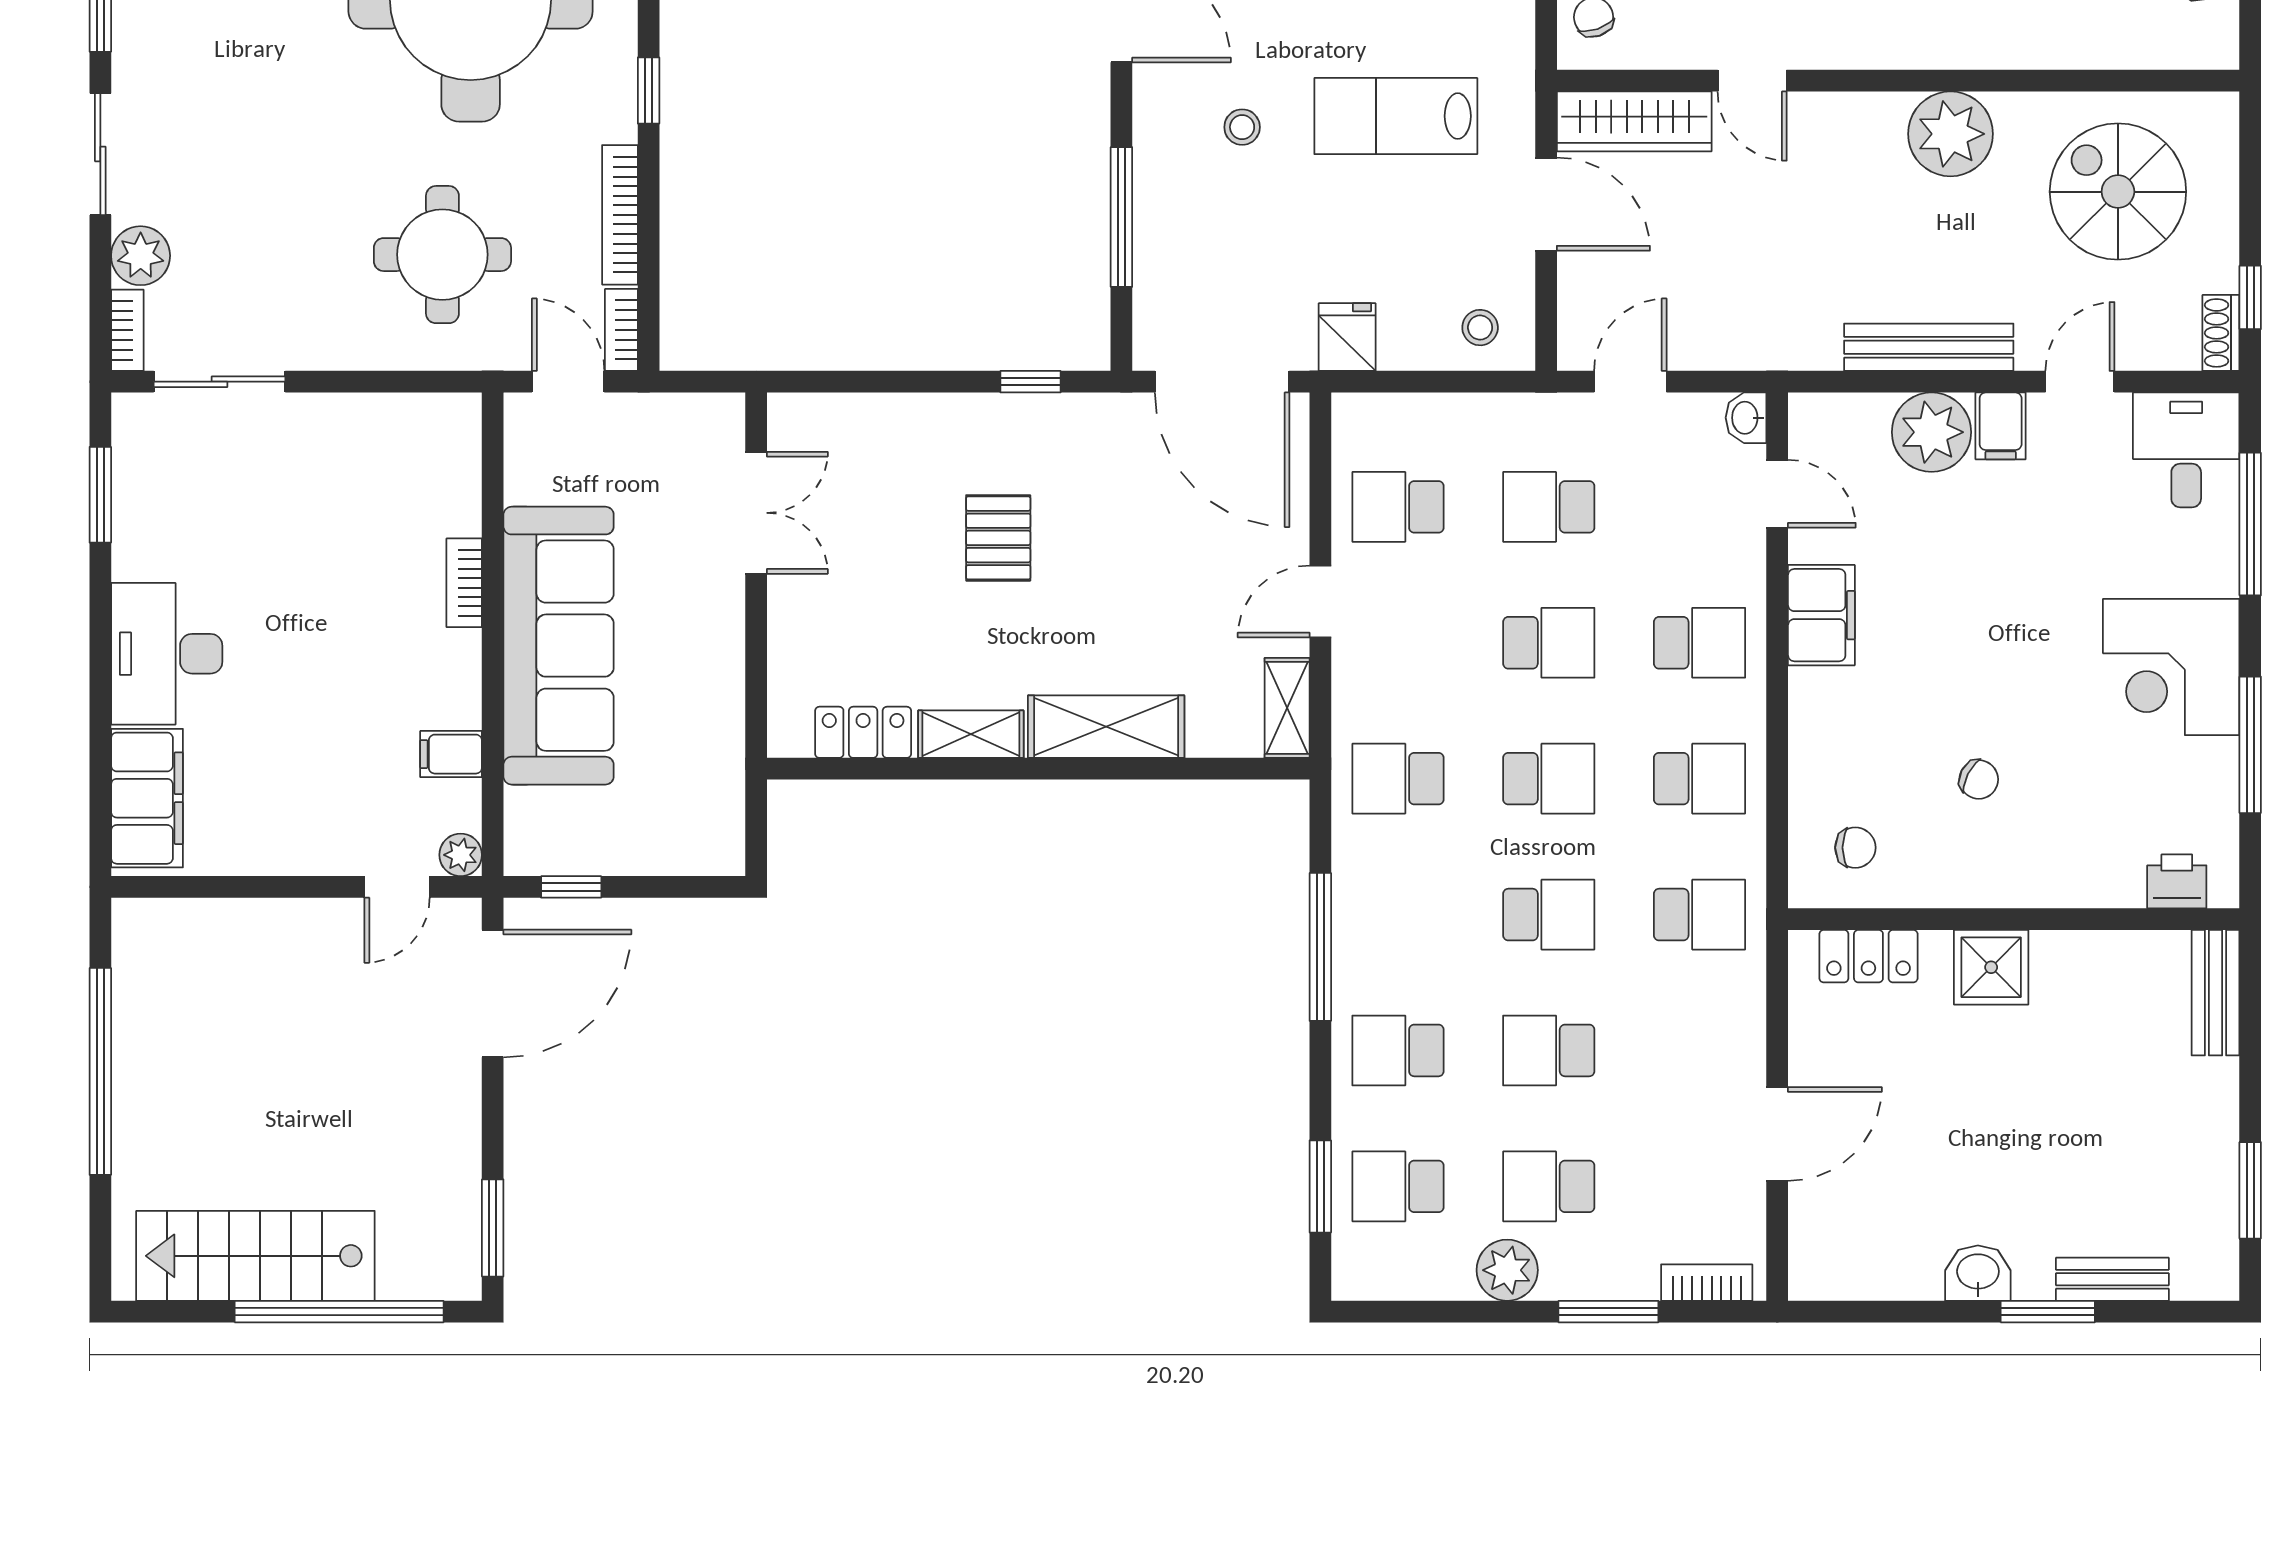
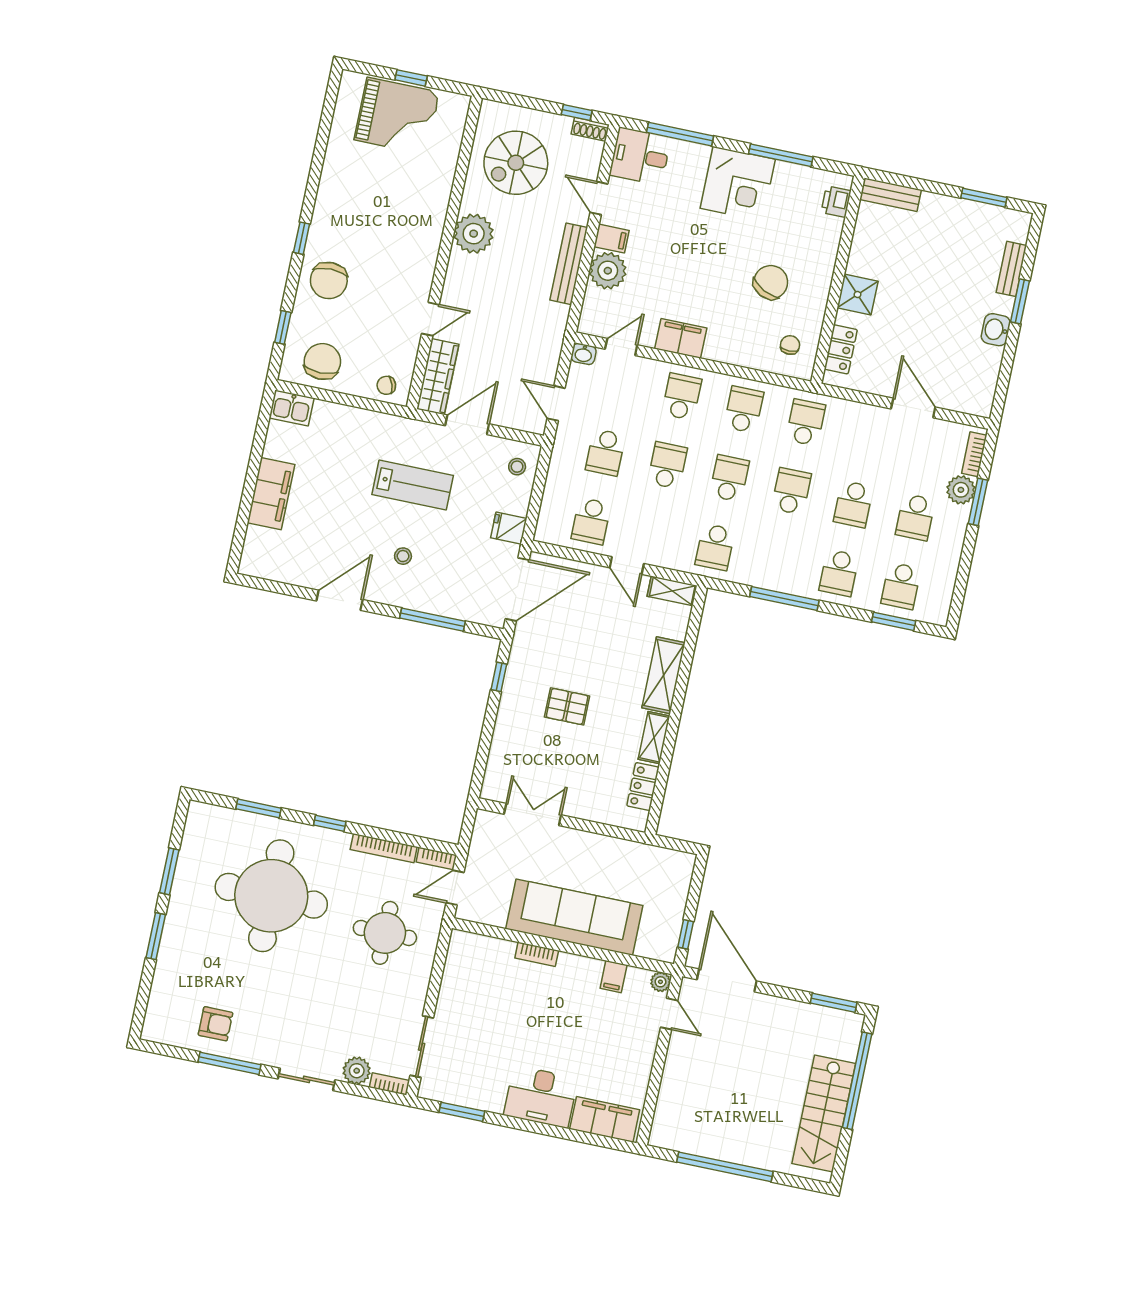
lab bench: (1396, 116) -> (413, 485), turned -90
chair: (1979, 779) -> (771, 282), width x1.87, depth x1.87
plant: (1507, 1270) -> (961, 490), moved

